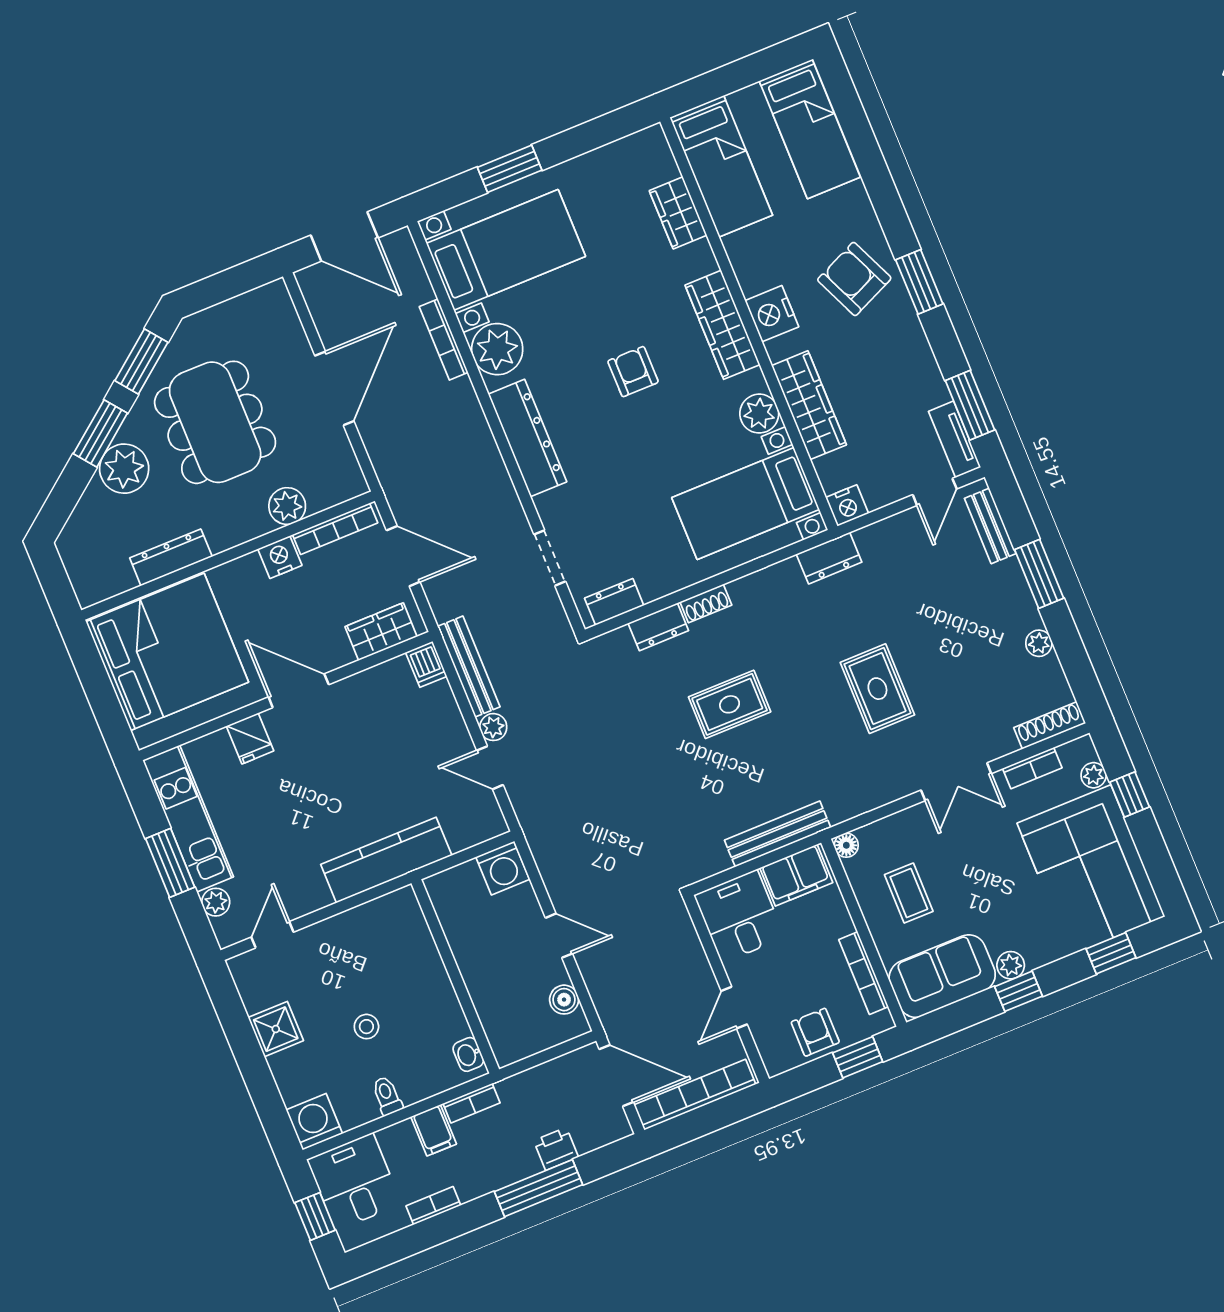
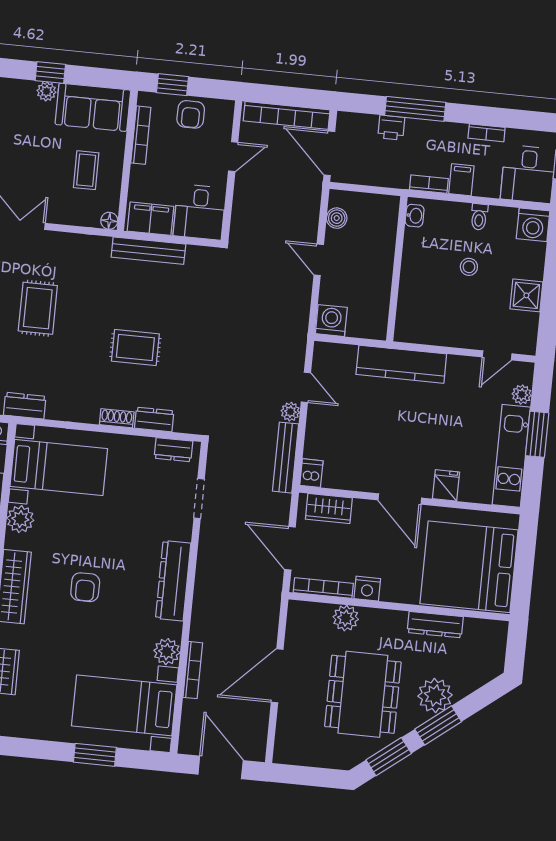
plant: (497, 349) -> (167, 652), width x0.73, depth x0.73

